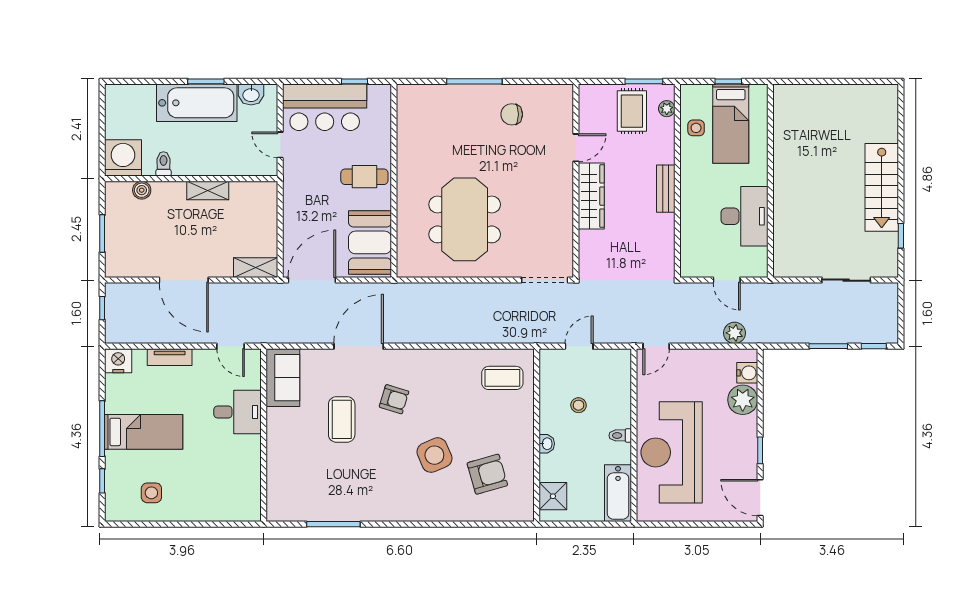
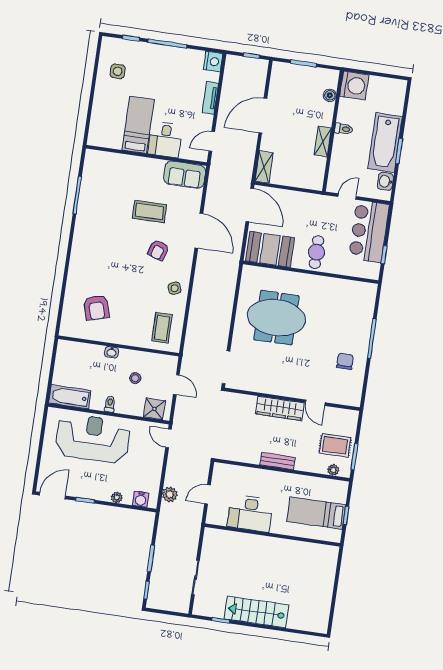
side table: (696, 128) -> (317, 488), removed
toilet: (163, 164) -> (344, 129), moved
plant: (743, 400) -> (117, 497), width x0.53, depth x0.53
bed: (144, 432) -> (138, 125), moved, turned 180
side table: (434, 455) -> (175, 288), moved, width x0.54, depth x0.54
shower: (553, 496) -> (154, 409), moved

